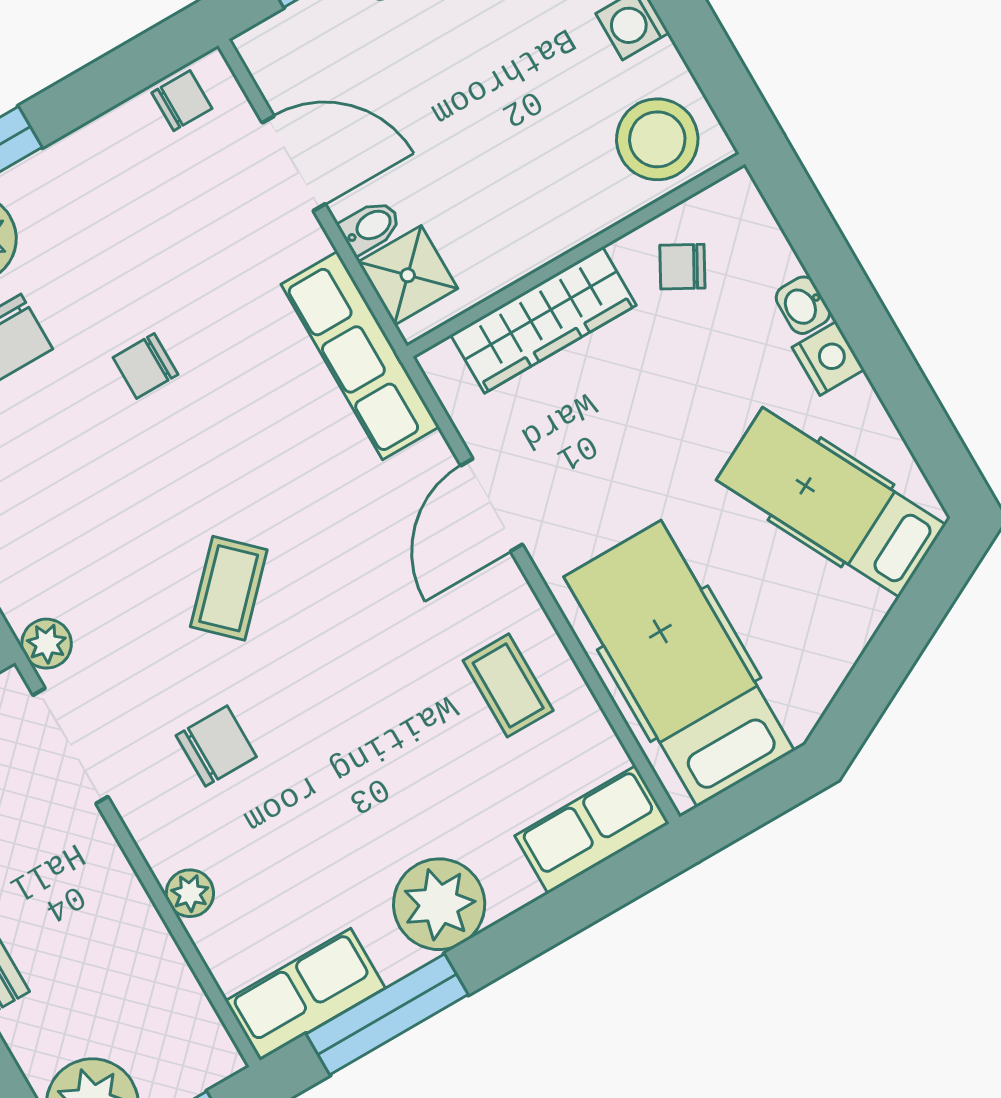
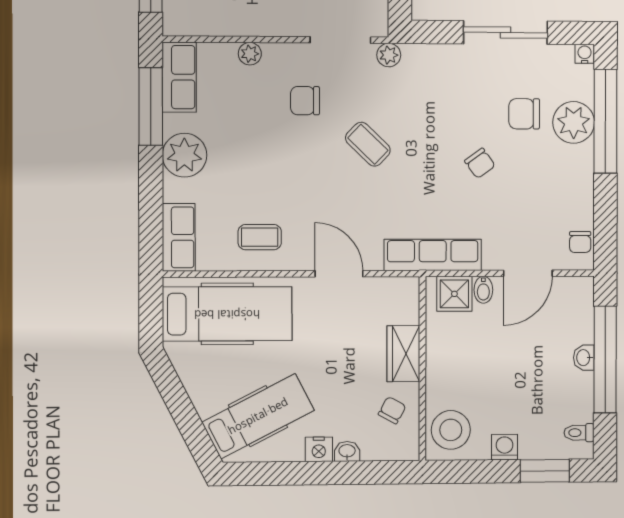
wardrobe: (543, 320) -> (403, 354), width x0.67
chair: (145, 366) -> (480, 163), turned 144
chair: (216, 746) -> (305, 101), turned 90

